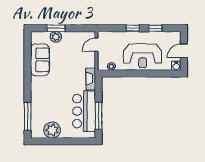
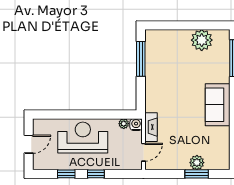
sofa: (40, 60) -> (218, 105), moved
water cooler: (176, 66) -> (136, 125), moved
fireplace: (91, 79) -> (151, 127), moved
bar counter: (84, 111) -> (160, 65), removed

